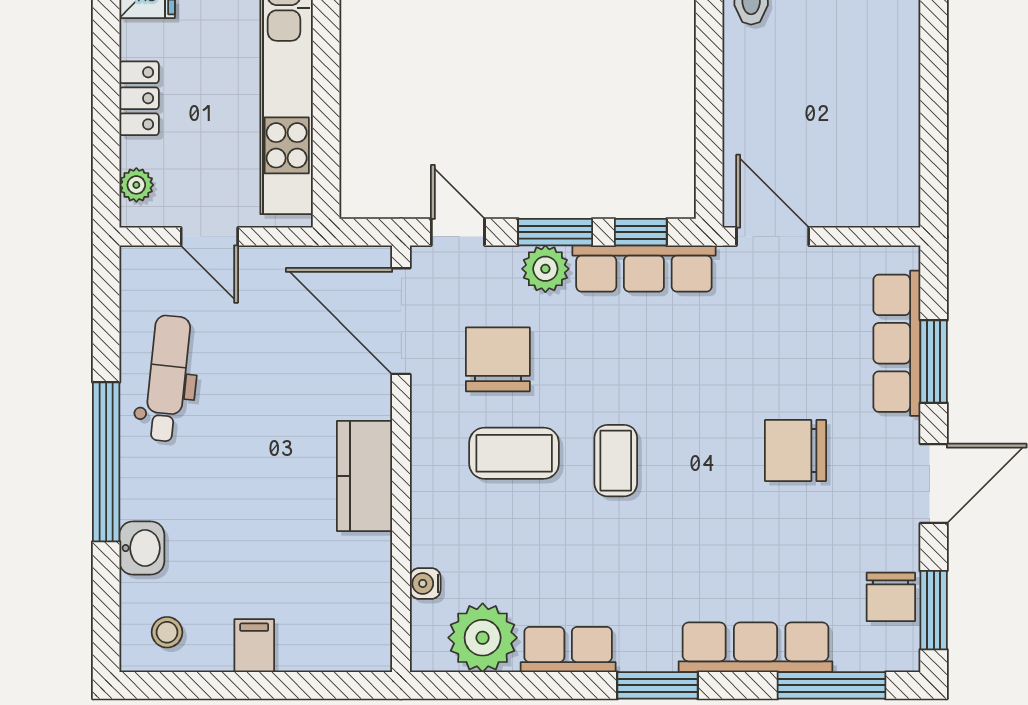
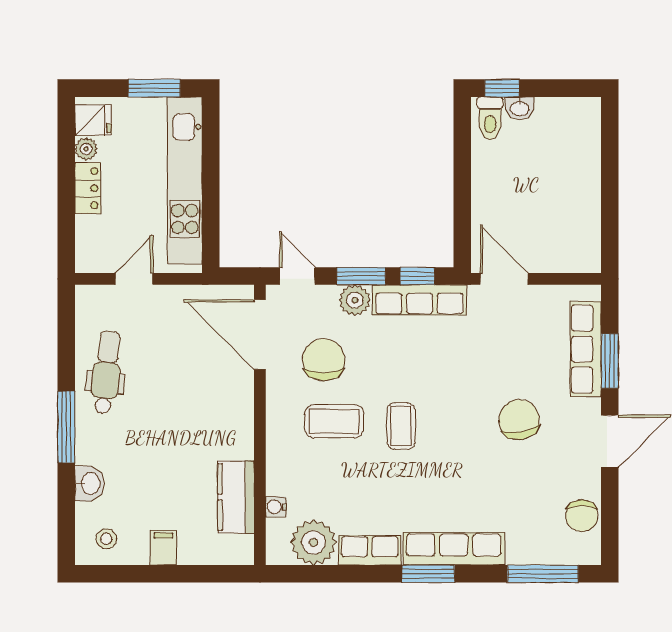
plant: (136, 185) -> (86, 149), moved
door: (209, 237) -> (134, 279), swing flipped
chair: (795, 451) -> (519, 419), turned 80
window: (106, 462) -> (66, 427), width x0.68
kitchen counter: (365, 476) -> (236, 497), moved
window: (934, 610) -> (610, 524), removed
row of seats: (756, 647) -> (454, 549), moved

